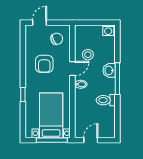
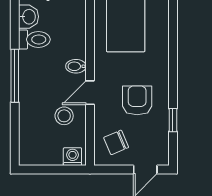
washing machine: (108, 30) -> (72, 157), moved
washbasin: (109, 70) -> (28, 17), moved
window: (23, 95) -> (173, 120), moved

